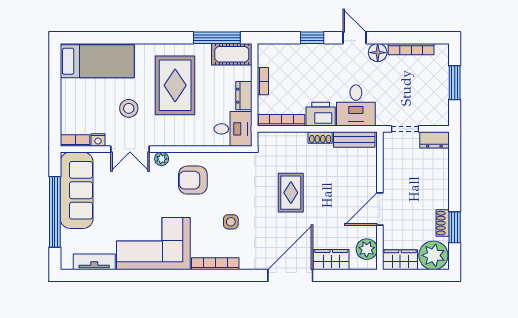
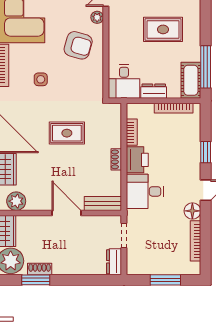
bookcase: (263, 81) -> (174, 108), width x1.56
rug: (175, 85) -> (163, 29), width x0.73, depth x0.70
bookcase: (281, 120) -> (132, 132), width x0.64
bench: (354, 140) -> (103, 203), moved, turned 90
armchair: (193, 180) -> (78, 45), turned 106
door: (380, 209) -> (67, 213), moved

